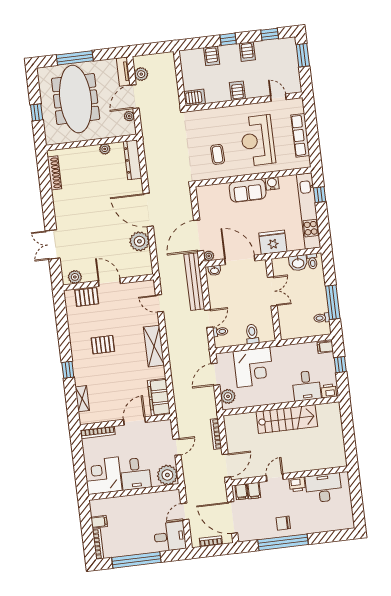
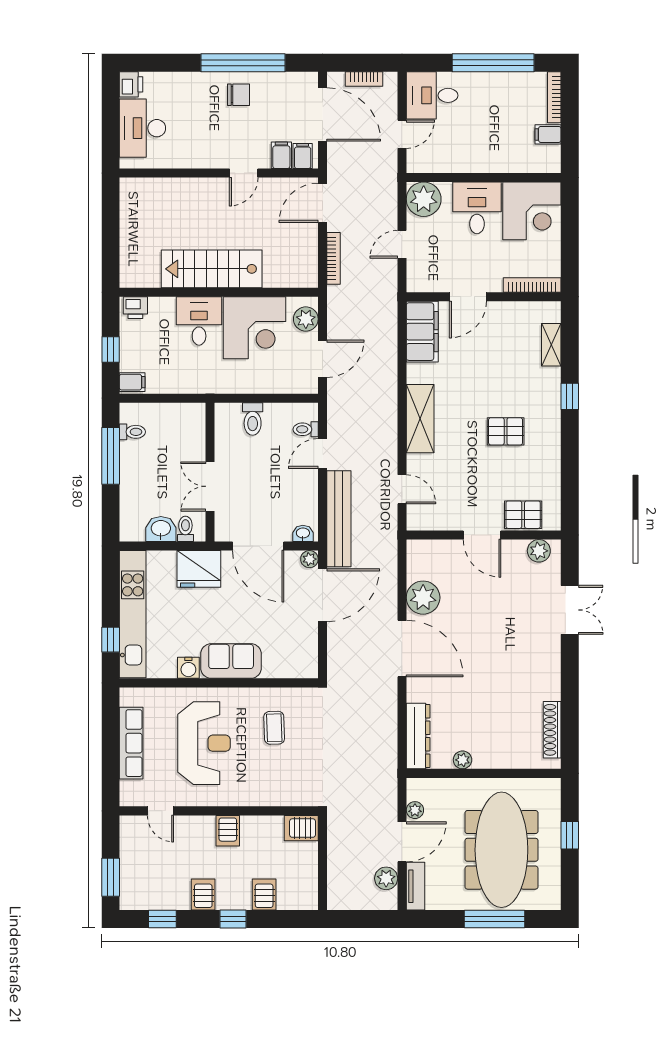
toilet: (312, 261) -> (185, 529), moved
corner desk: (253, 367) -> (254, 328), moved, turned 180
desk: (306, 386) -> (199, 321), moved
printer: (297, 484) -> (131, 84), moved, turned 90
desk: (324, 488) -> (142, 128), moved, turned 90

